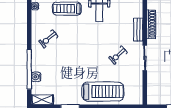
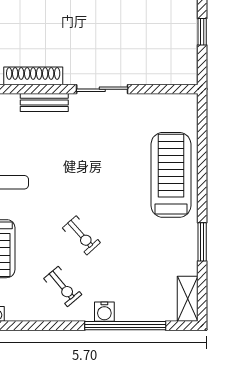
exercise bike: (118, 55) -> (81, 235), moved
water cooler: (36, 77) -> (104, 312), moved

